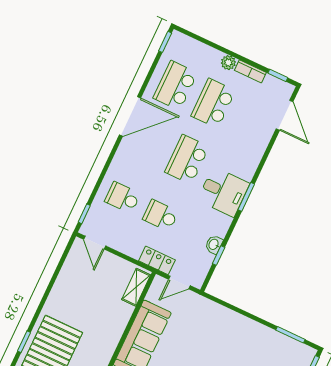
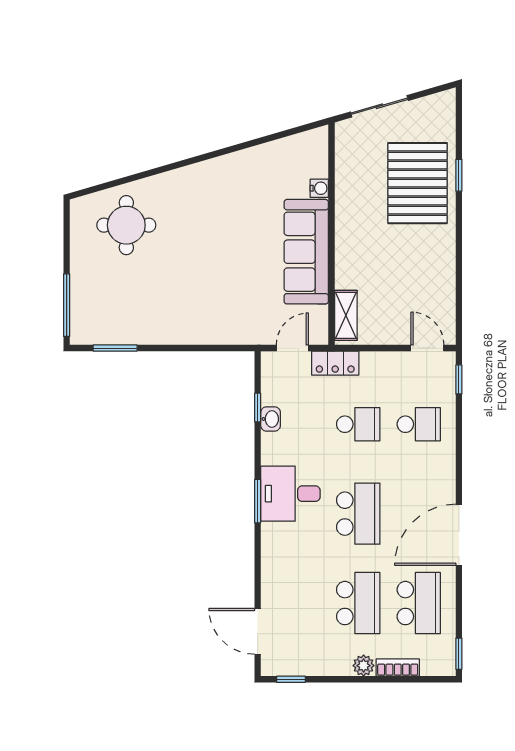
bookcase: (250, 71) -> (398, 668), moved

